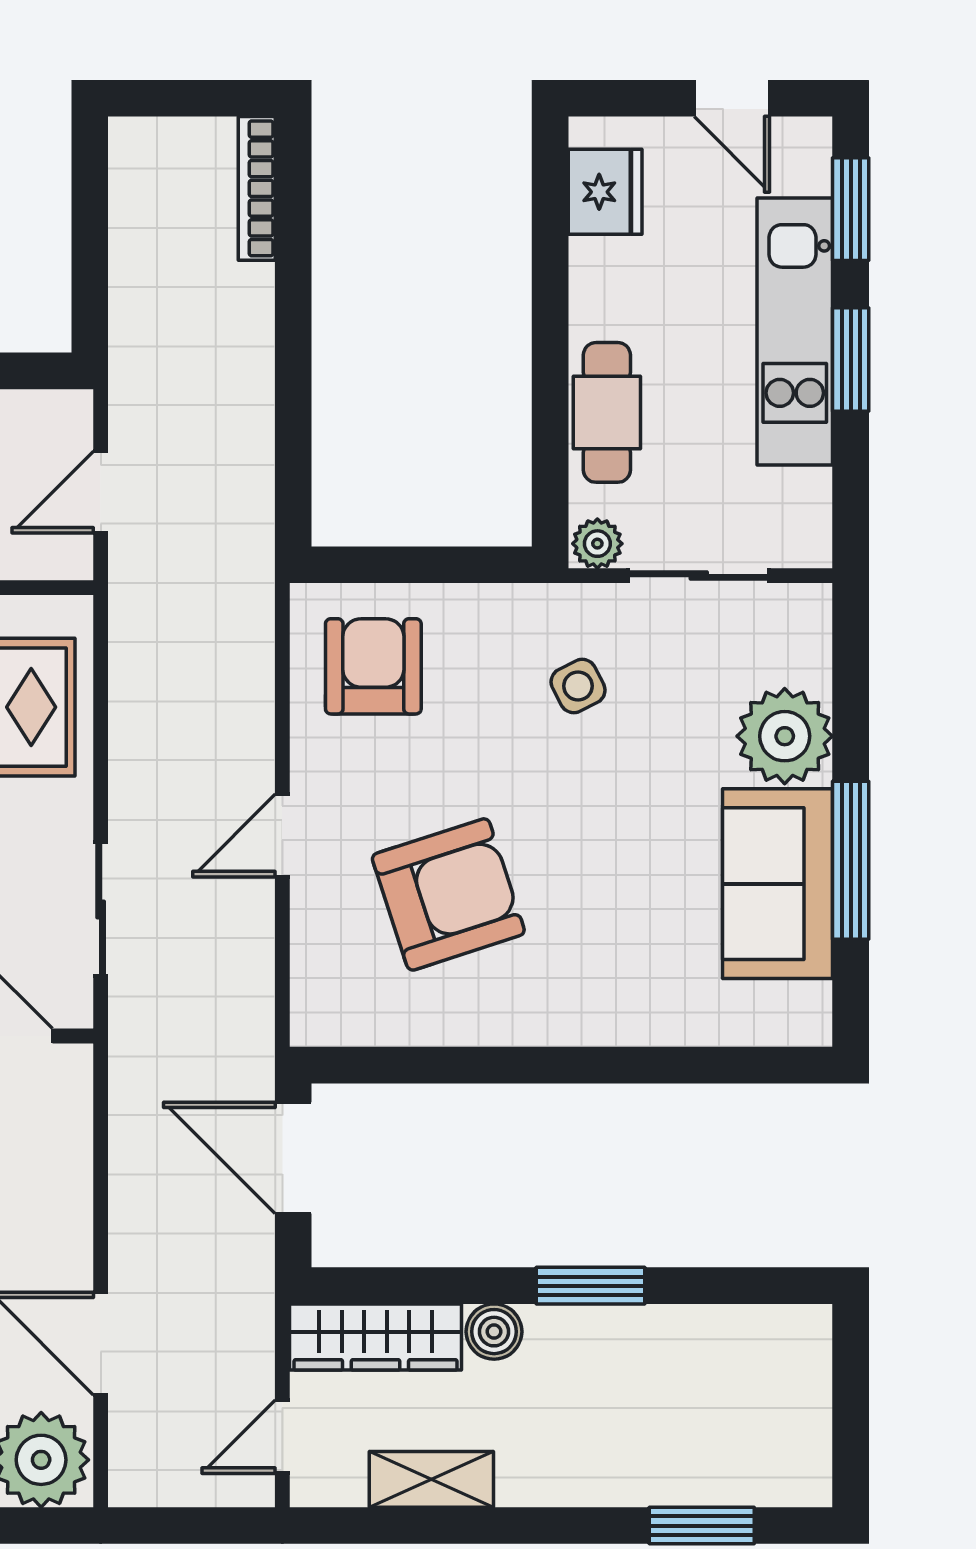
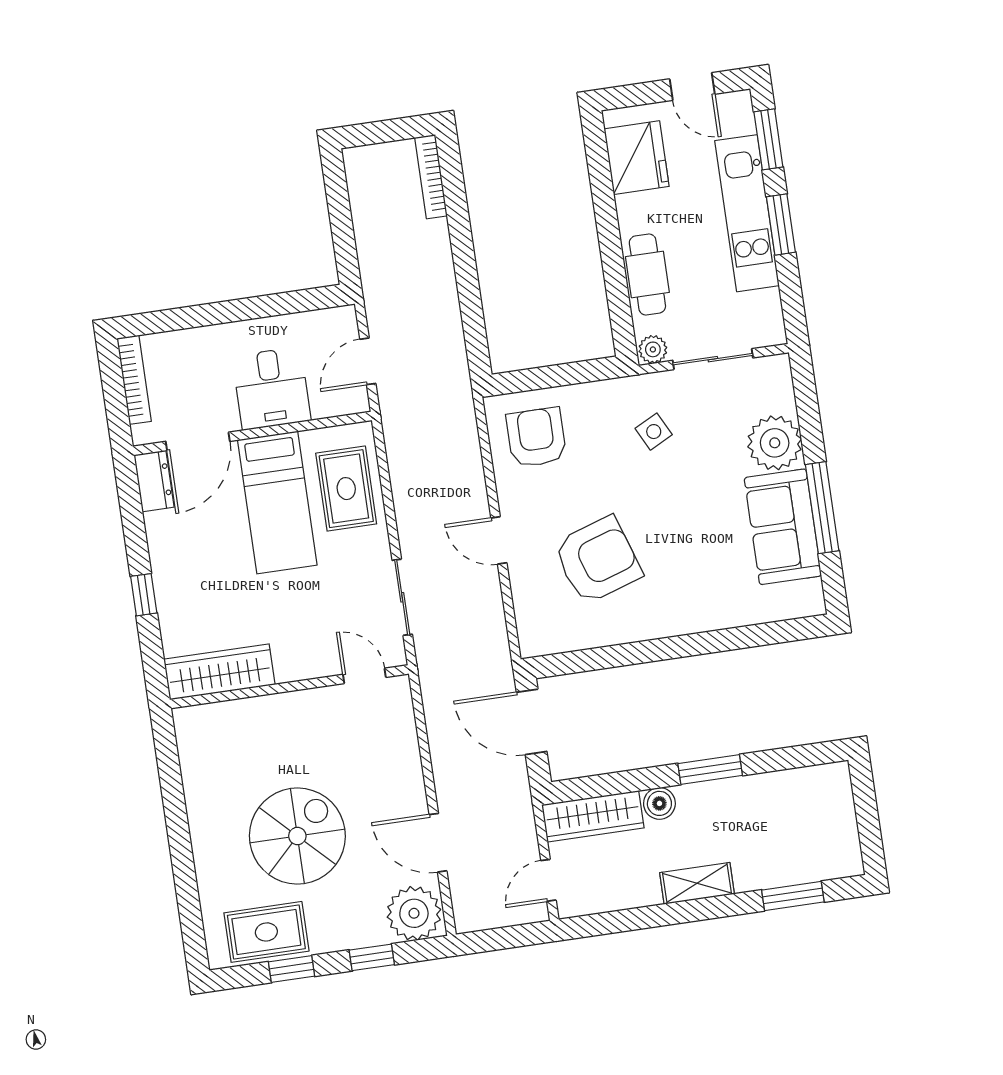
fridge: (605, 192) -> (637, 158), width x1.36, depth x1.34
door: (282, 835) -> (499, 540), hinge flipped
shelving: (431, 1479) -> (697, 883), moved

